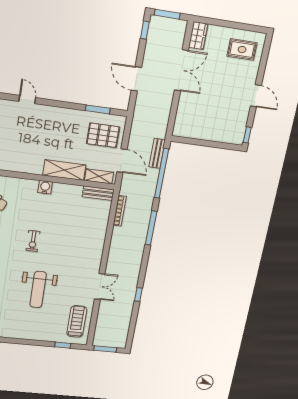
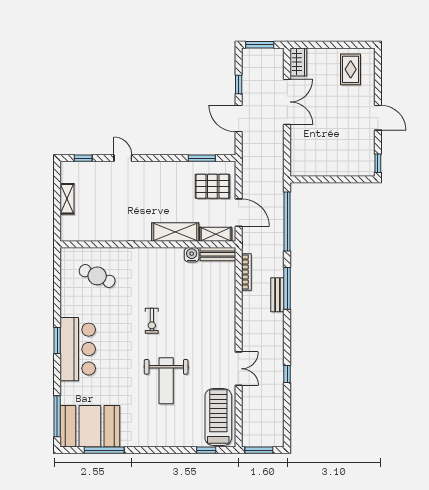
window: (145, 30) -> (239, 85), moved
rug: (242, 50) -> (351, 69), turned 90
bench: (157, 153) -> (277, 295), moved
water cooler: (45, 187) -> (192, 255), moved
treadmill: (77, 321) -> (218, 417), width x1.37, depth x1.38

